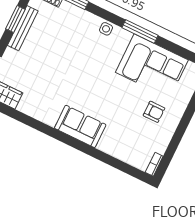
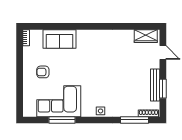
window: (140, 31) -> (62, 120), moved
sofa: (80, 126) -> (60, 39), moved

